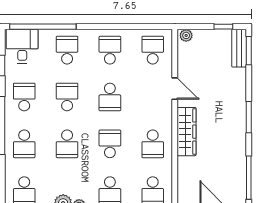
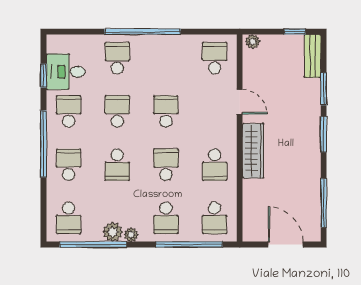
window: (43, 27) -> (142, 32), moved
desk: (22, 46) -> (66, 72), moved, turned -90
school desk: (110, 50) -> (166, 58), removed
window: (249, 51) -> (324, 89), moved
school desk: (110, 97) -> (166, 111), turned 180
school desk: (24, 144) -> (69, 165), turned 180

